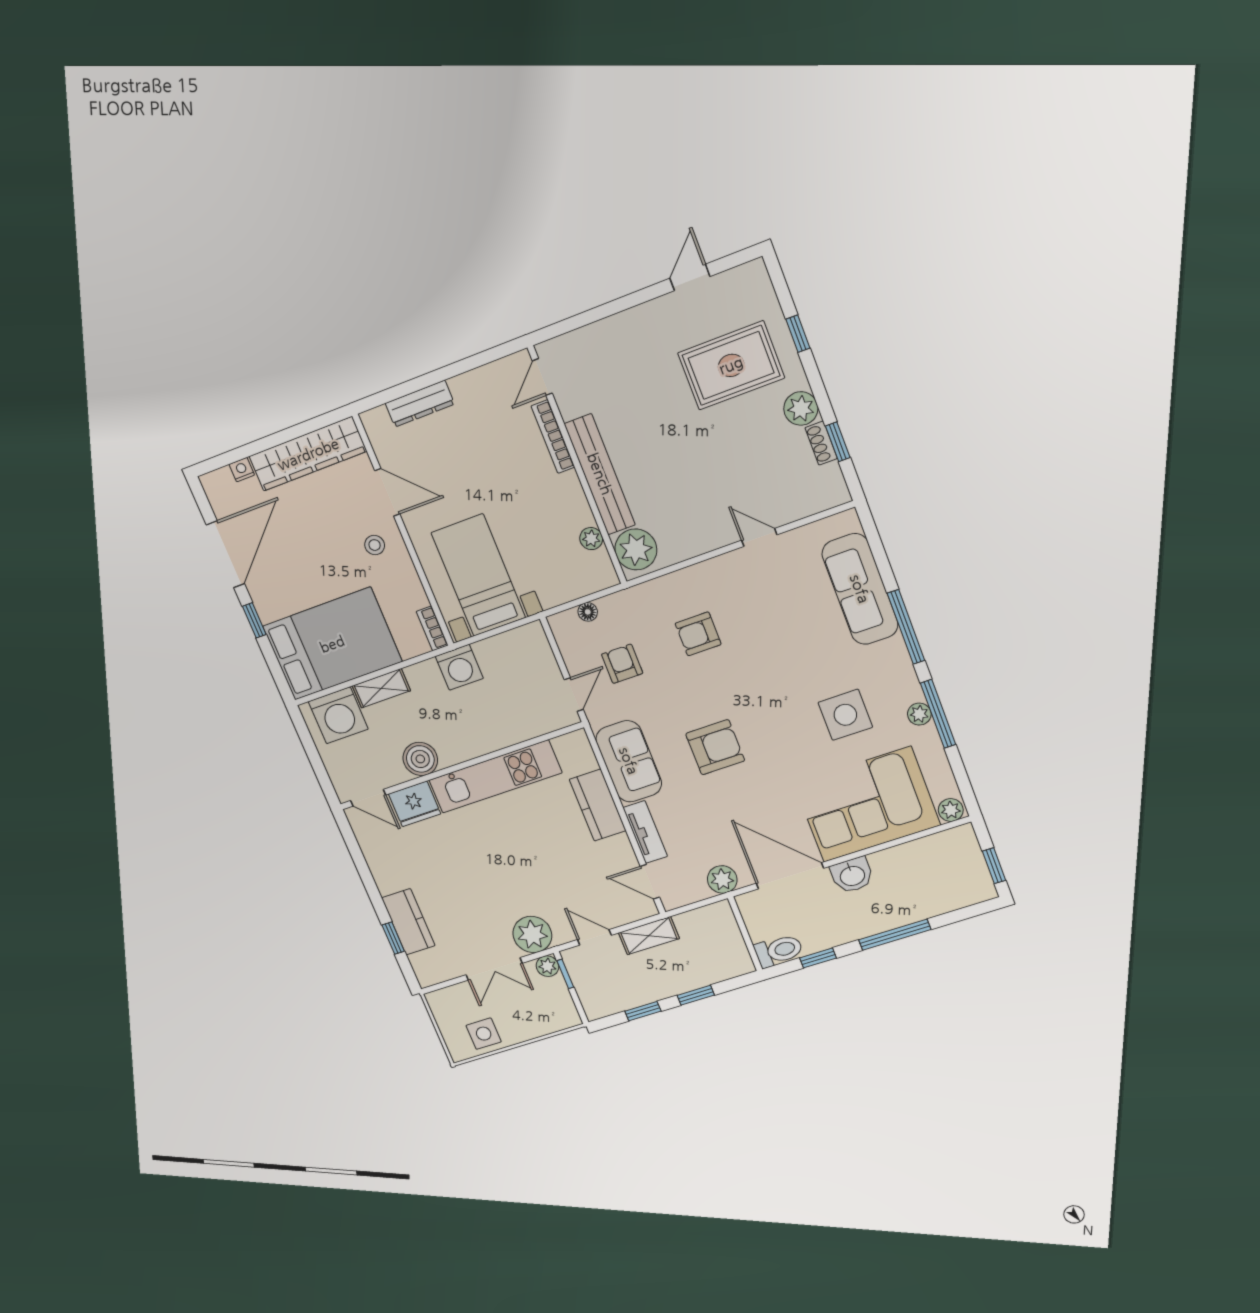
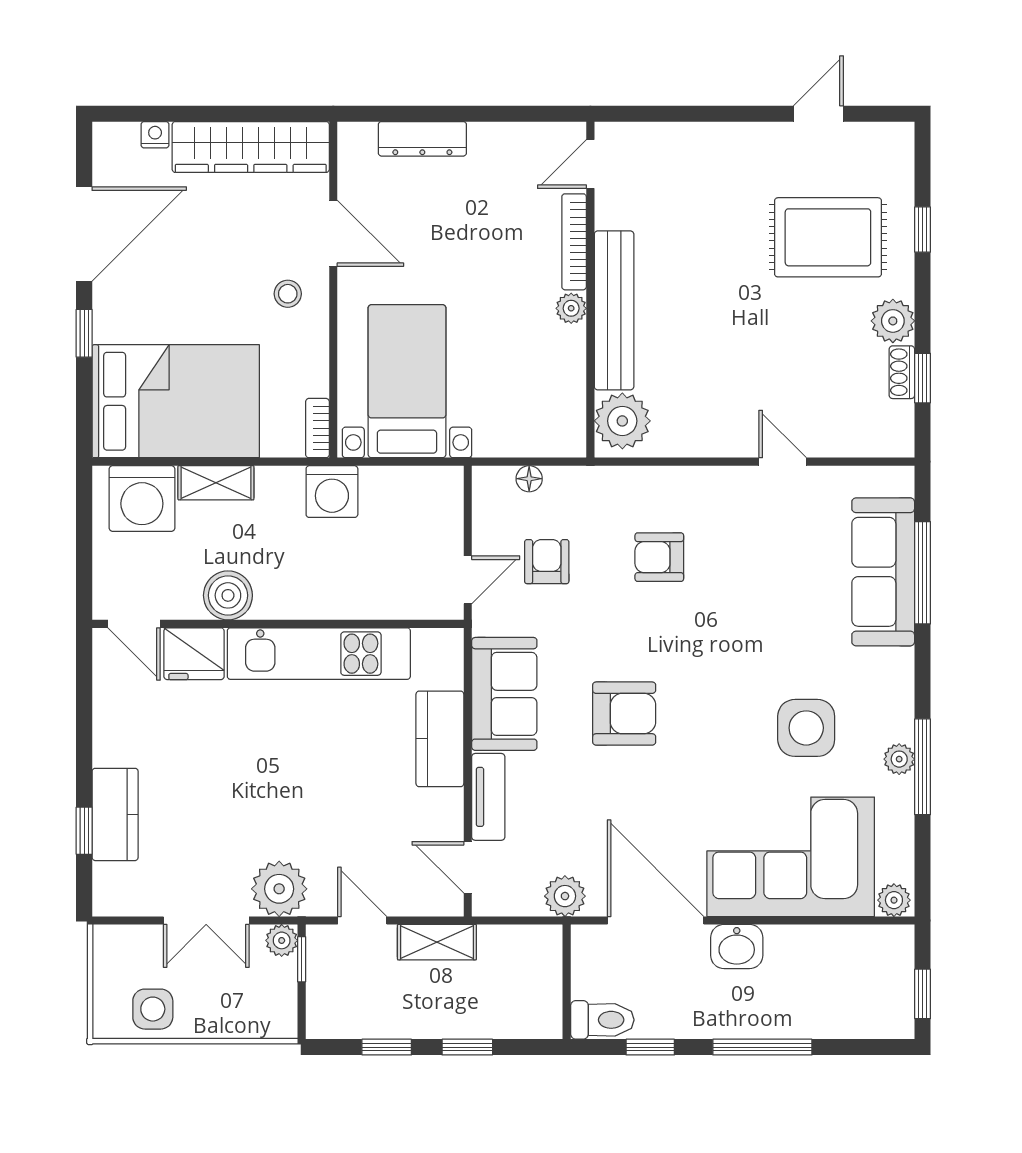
plant: (591, 539) -> (571, 308), moved
window: (906, 627) -> (923, 573), moved

